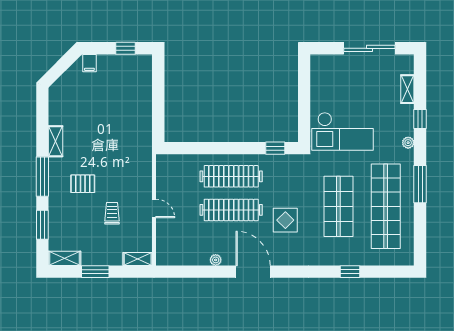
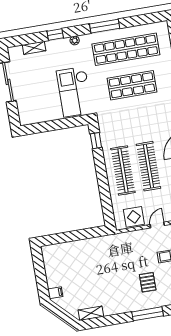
window: (126, 48) -> (39, 267), removed
checkout: (342, 131) -> (75, 92), turned 180
shelving: (55, 141) -> (91, 313), moved
display table: (285, 220) -> (134, 217), moved

